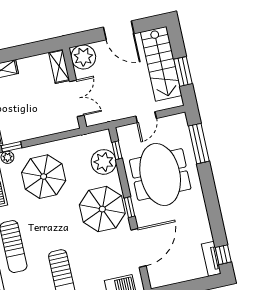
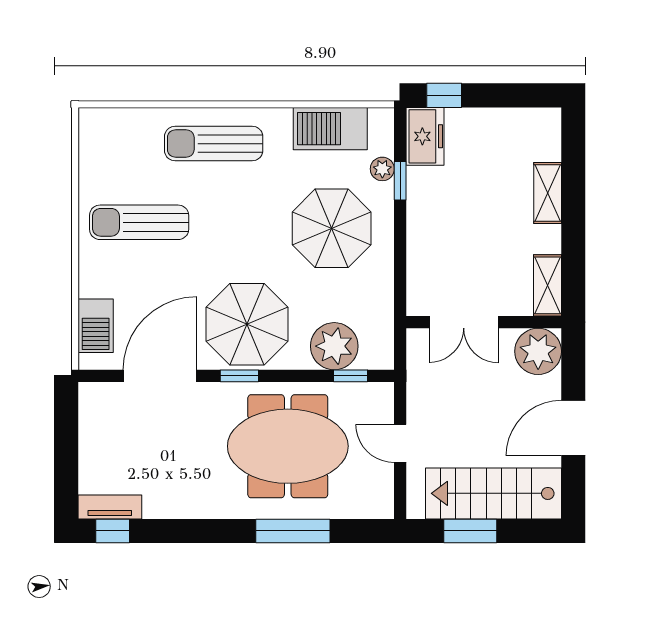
shelving: (59, 66) -> (547, 285), moved, turned 90
window: (199, 144) -> (293, 531), moved
door: (138, 248) -> (160, 376), swing flipped

